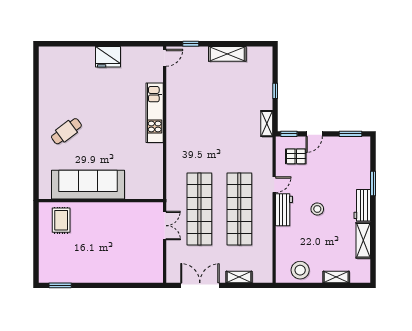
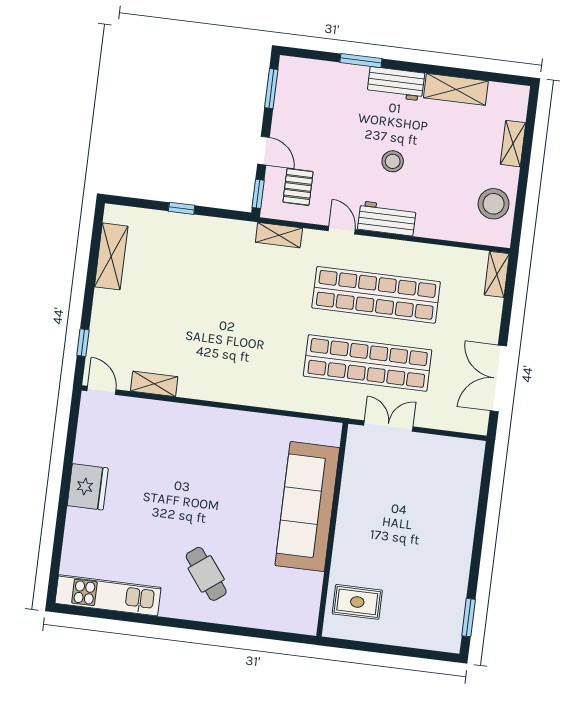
shelving: (227, 54) -> (111, 256), moved
shelving: (172, 88) -> (154, 384), added
kitchen unit: (155, 113) -> (108, 595), moved, turned 180
shelving: (267, 124) -> (279, 235), moved
sofa: (88, 185) -> (307, 507), moved
shelving: (239, 277) -> (497, 274), moved

